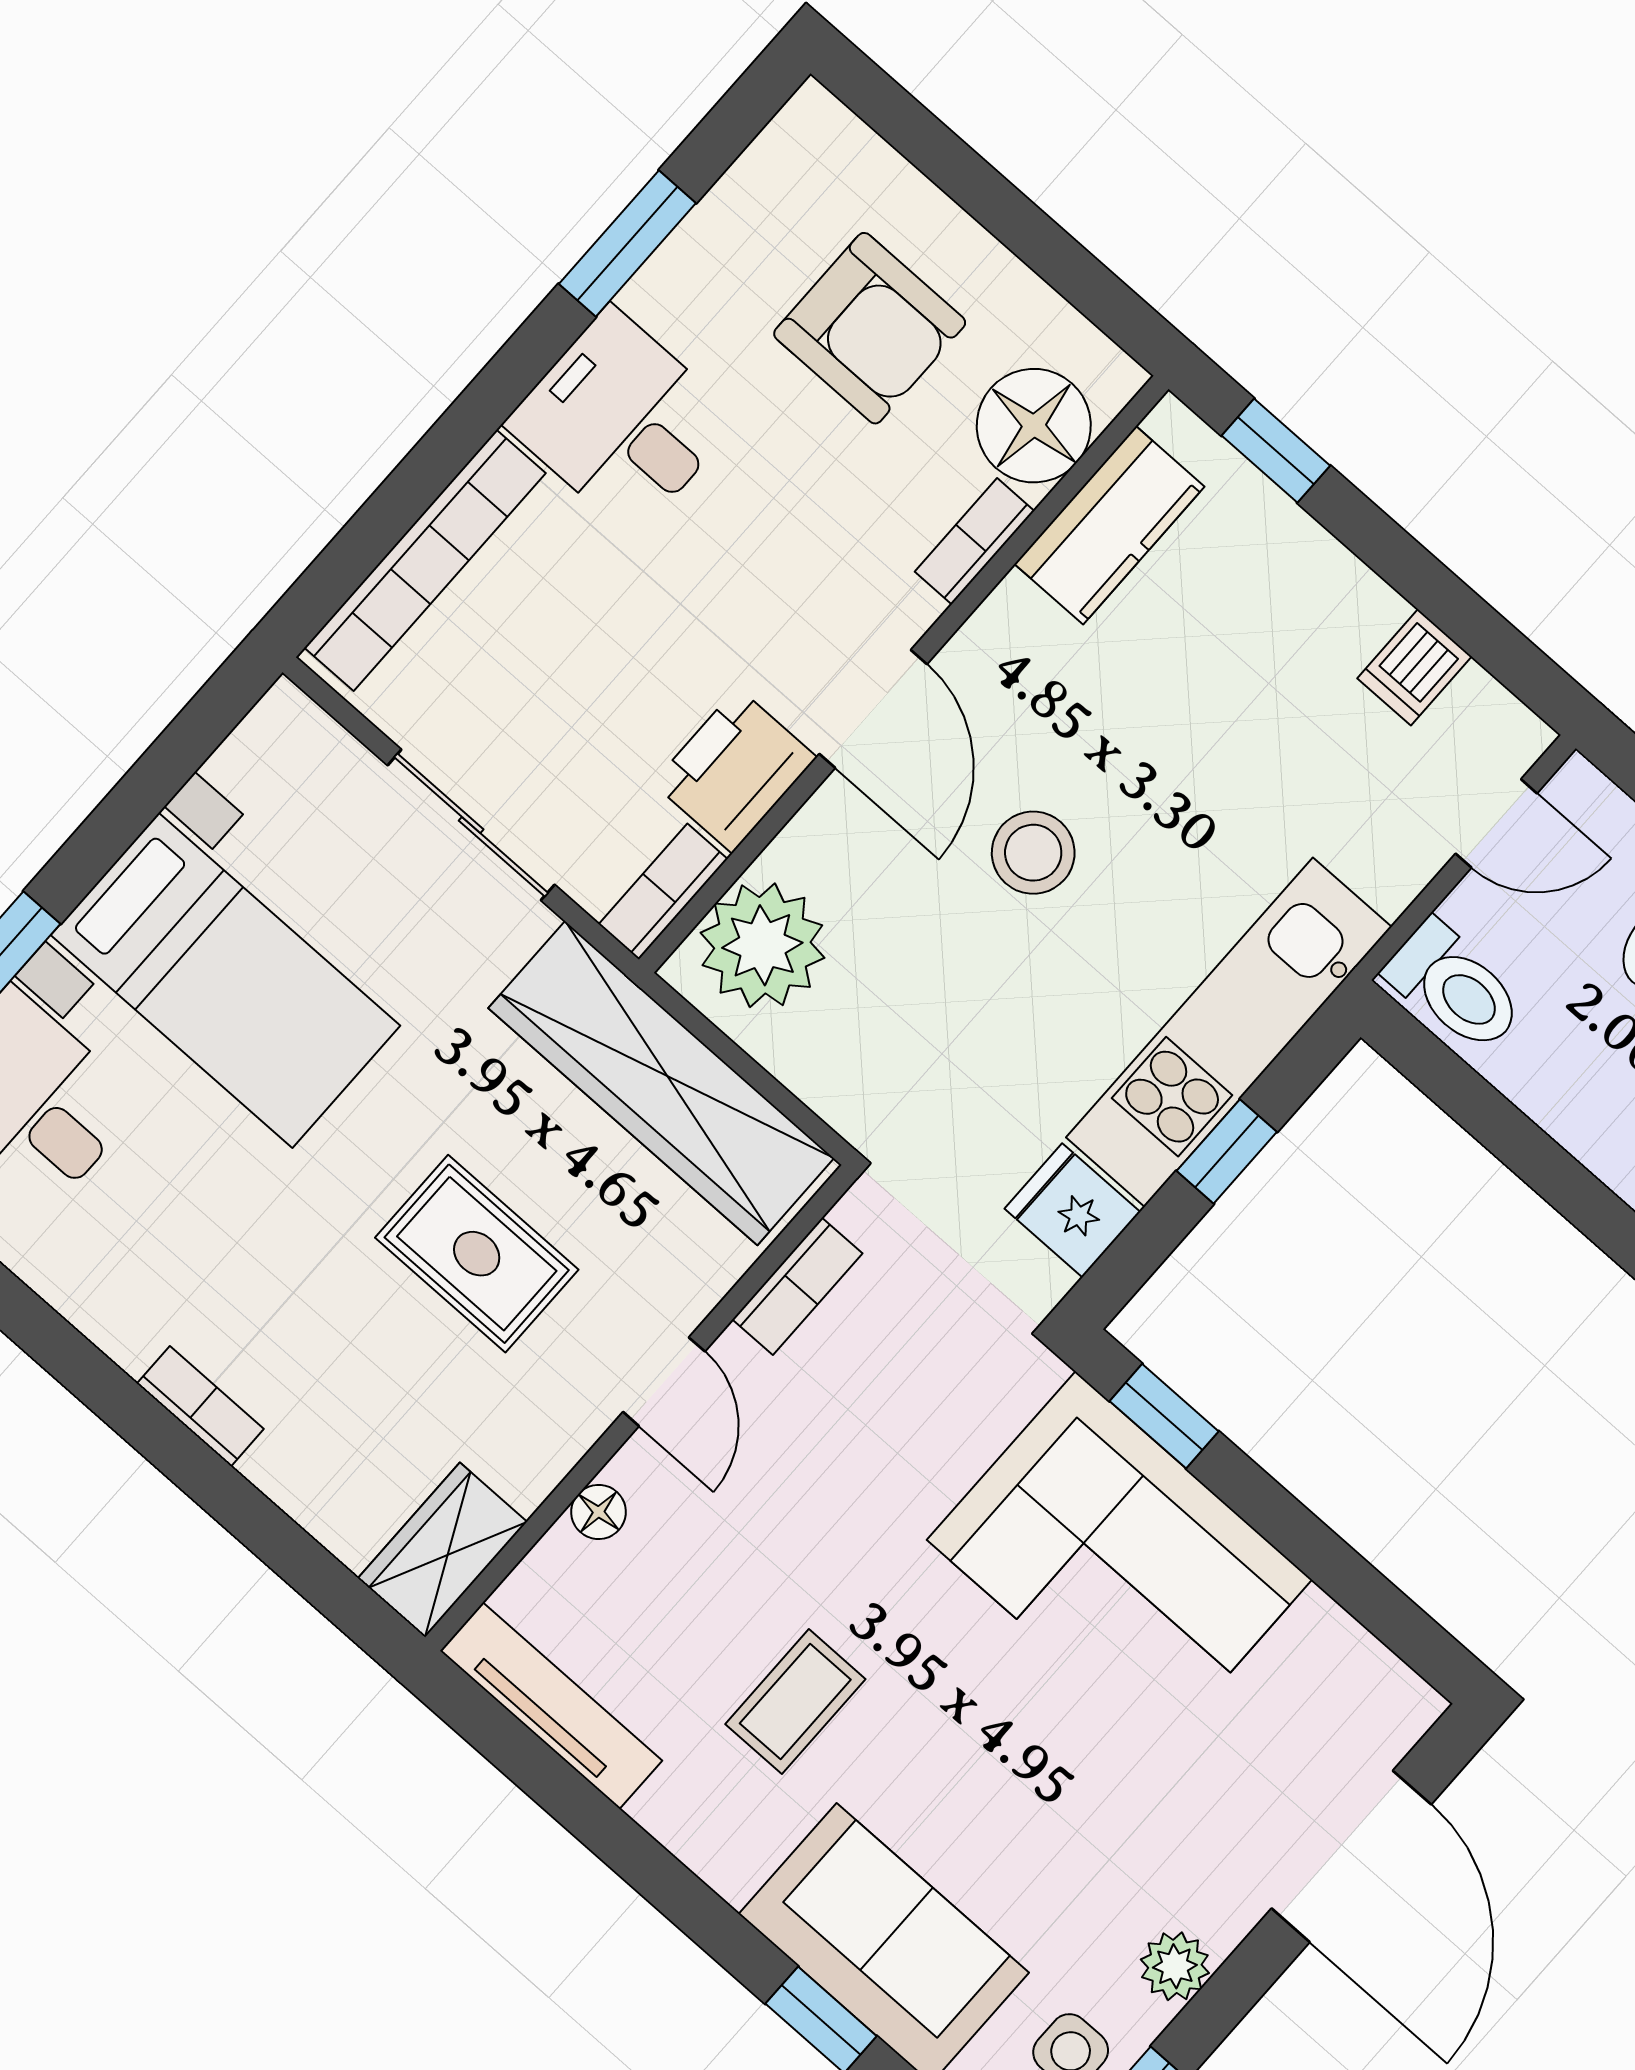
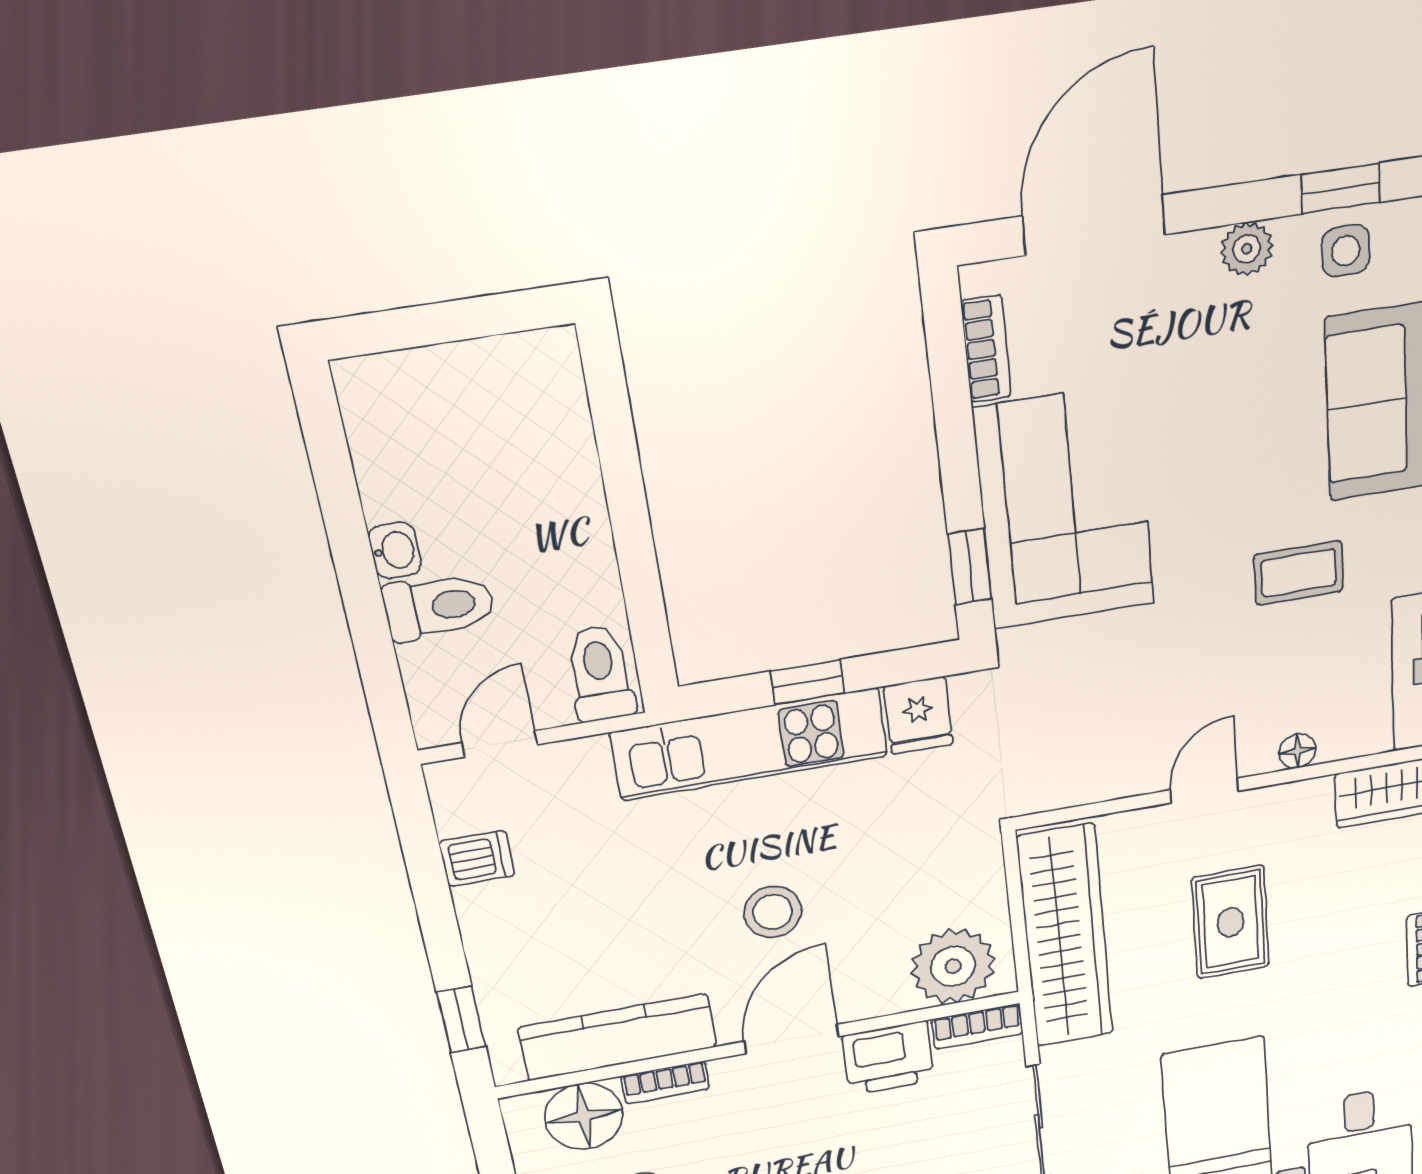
kitchen counter: (1109, 525) -> (618, 1037), width x1.50
door: (1496, 823) -> (500, 744), hinge flipped
bookcase: (797, 1286) -> (986, 349), moved, turned 90

